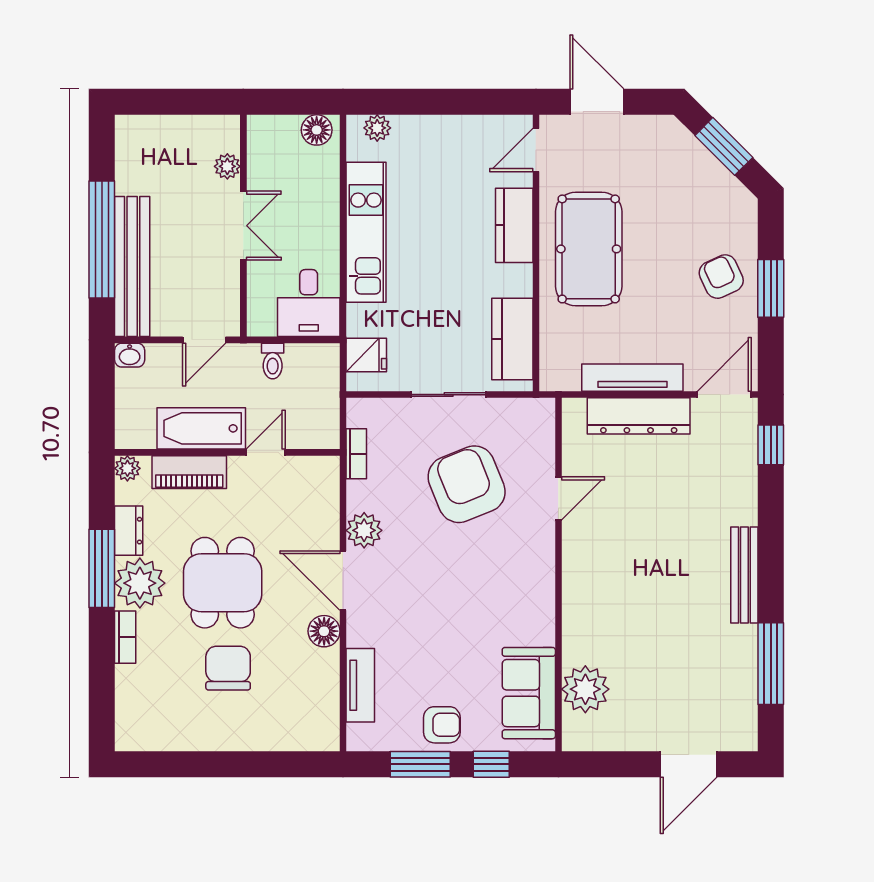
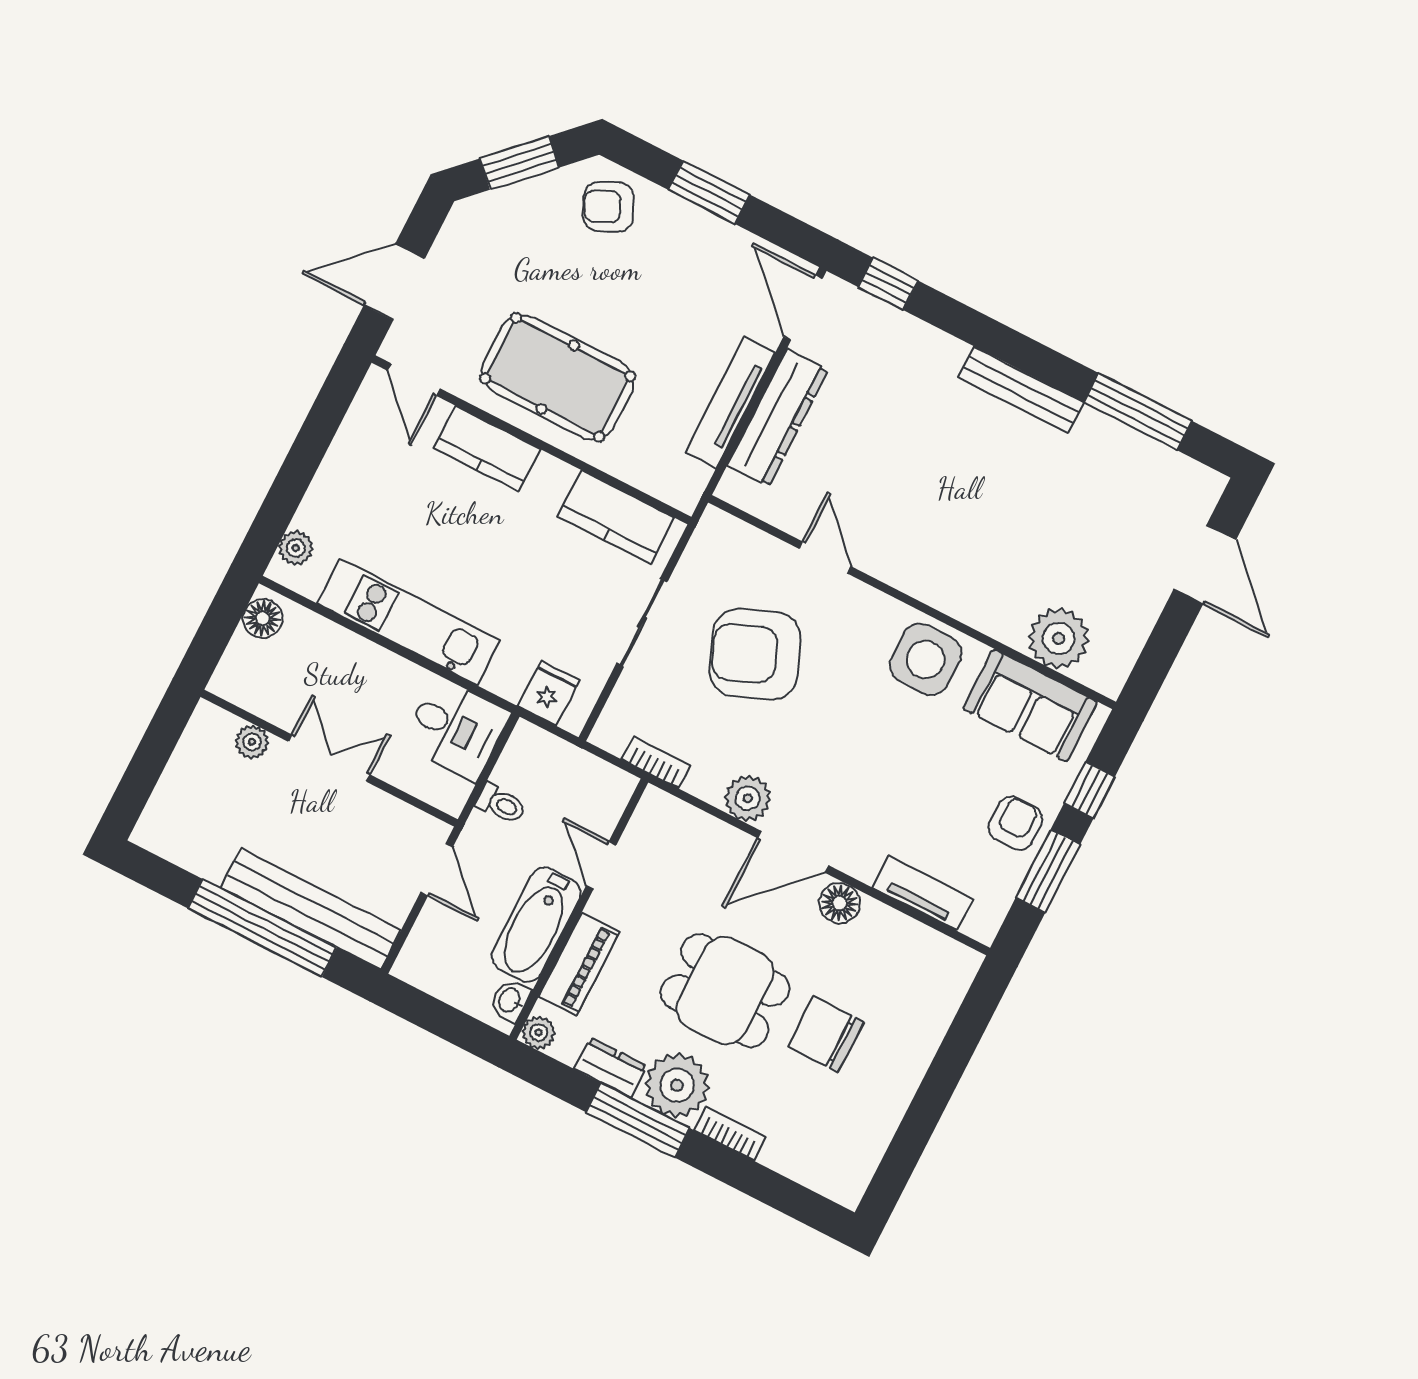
armchair: (721, 277) -> (608, 207), moved
washbasin: (130, 355) -> (510, 1000), moved, turned 180
side table: (524, 604) -> (926, 659), added

